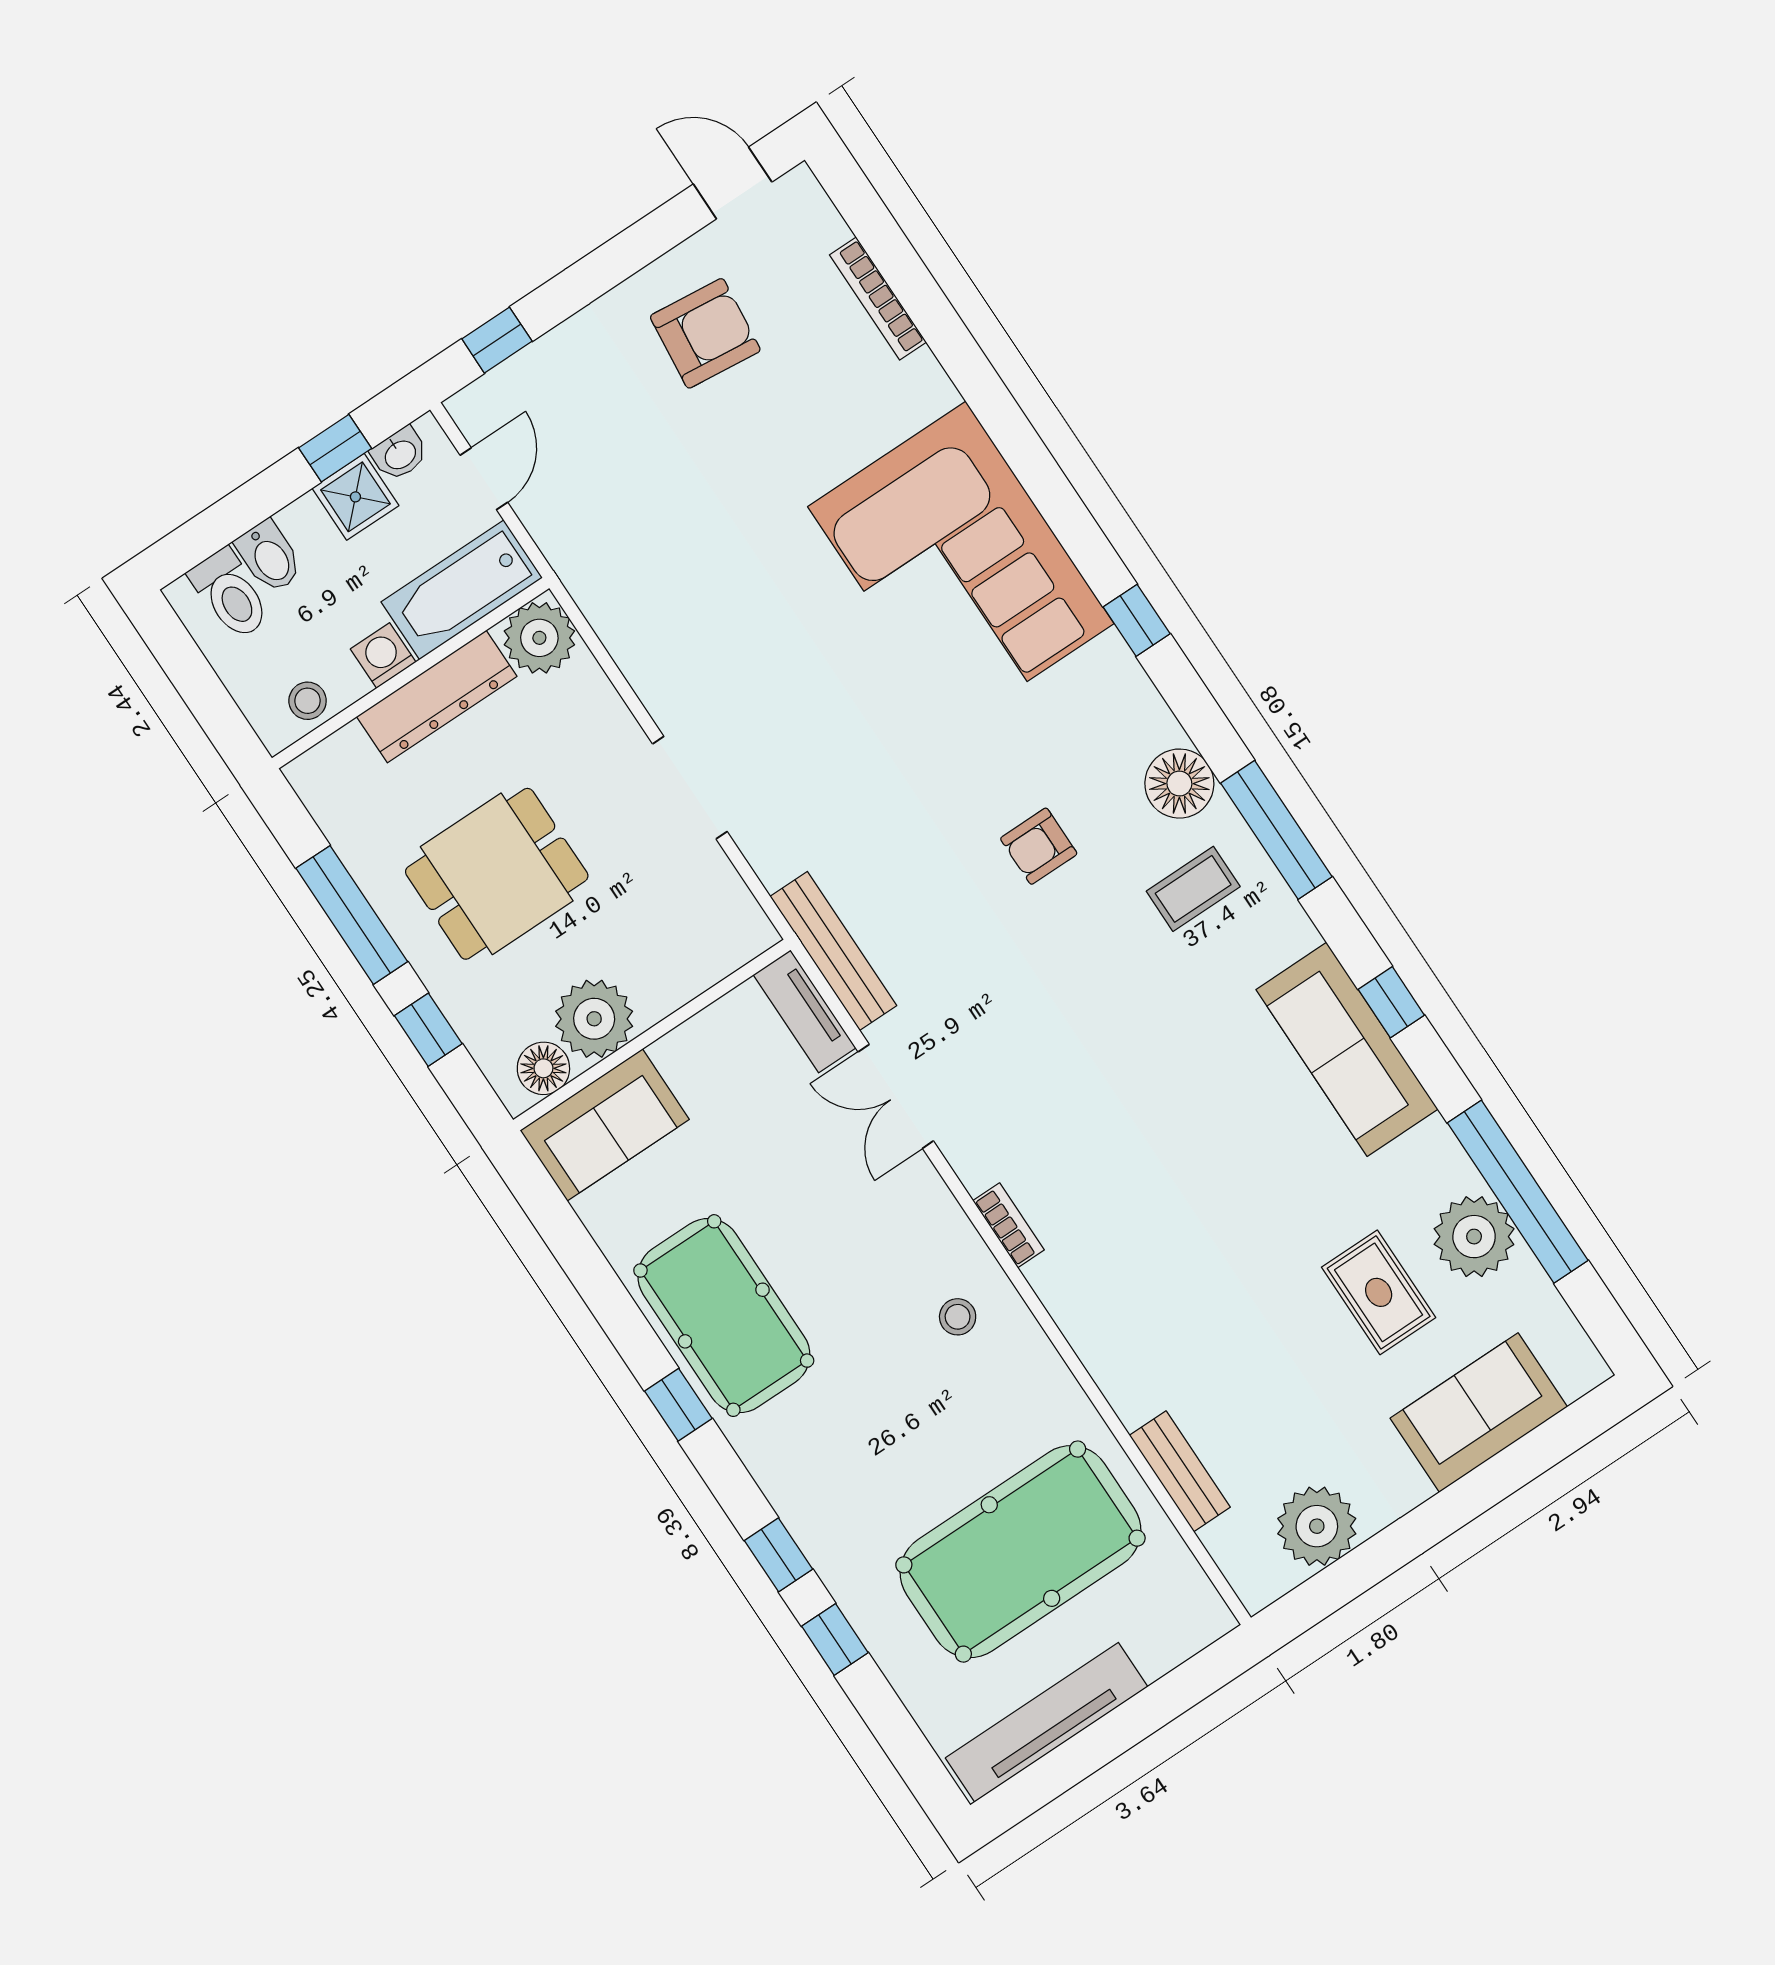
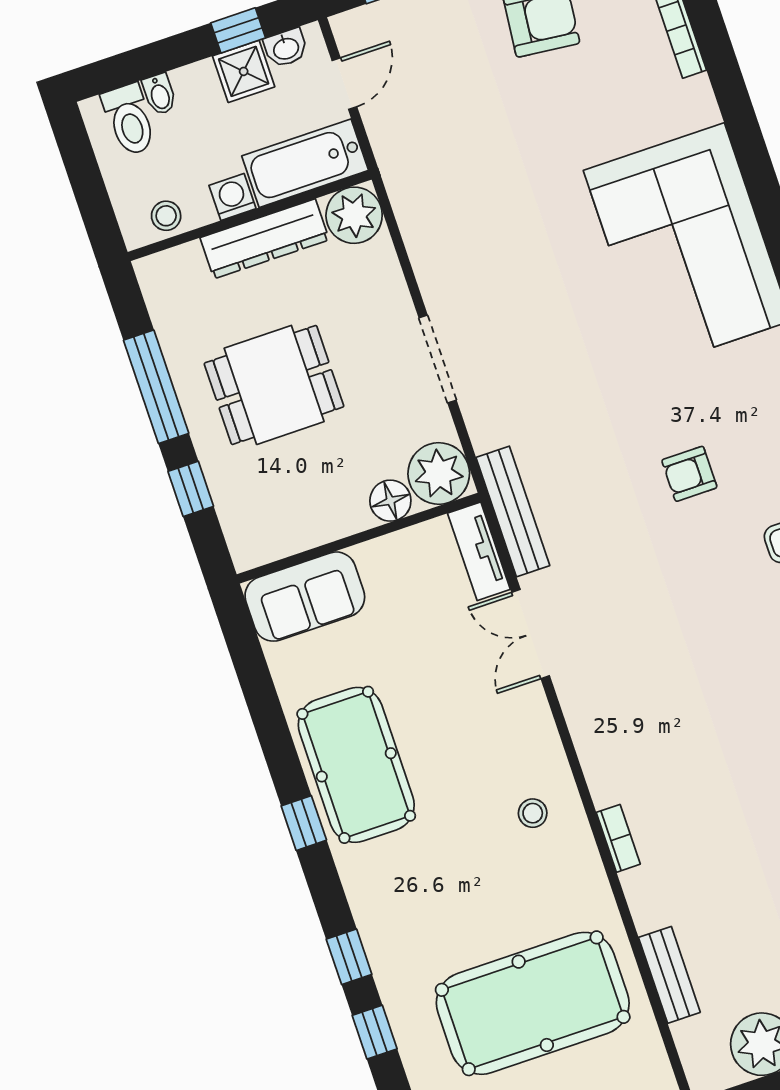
bidet: (269, 557) -> (159, 94), width x0.72, depth x0.74
plant: (594, 1019) -> (439, 473), moved
floor lamp: (543, 1068) -> (390, 501), moved
bookcase: (1009, 1225) -> (618, 838), moved

